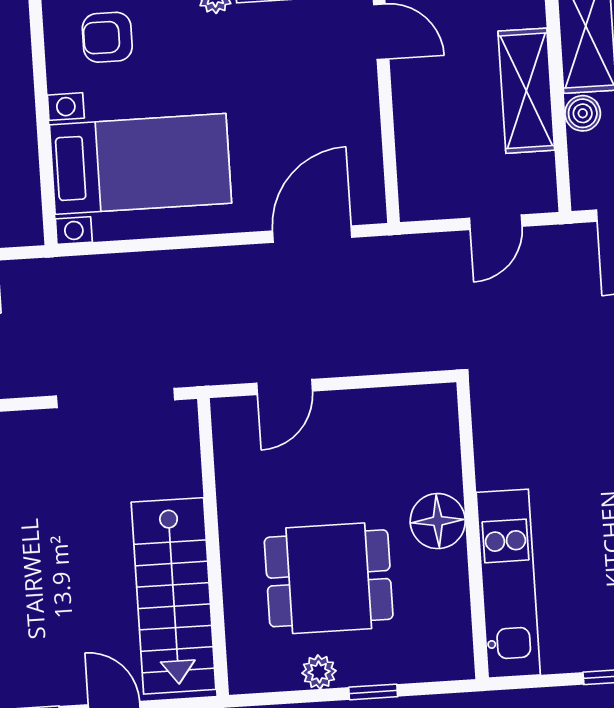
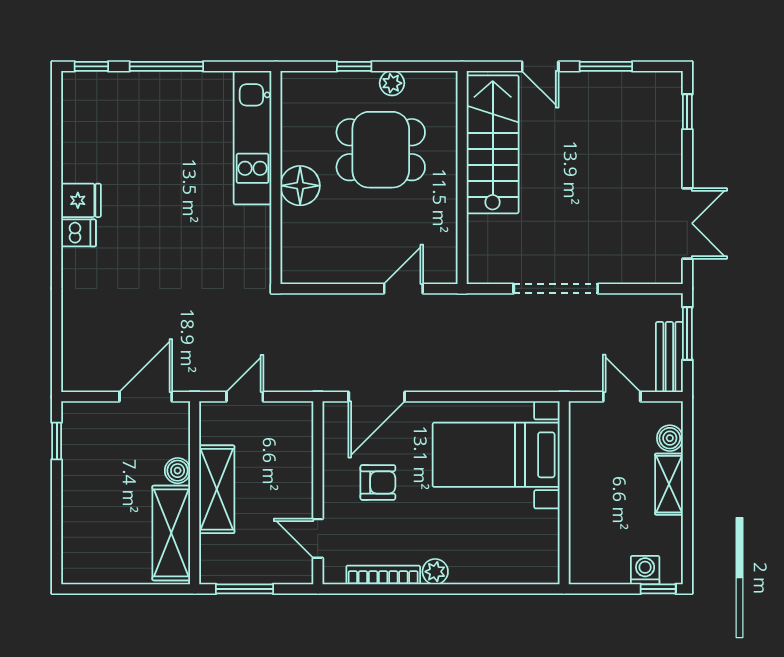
armchair: (107, 37) -> (378, 482), moved
doorway: (116, 398) -> (556, 289), moved

